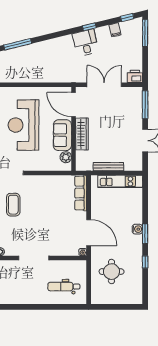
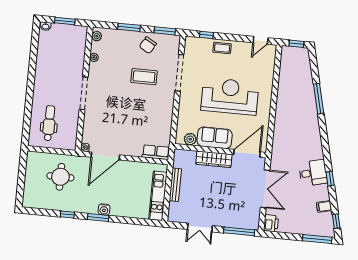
row of seats: (81, 193) -> (156, 152), width x0.68

